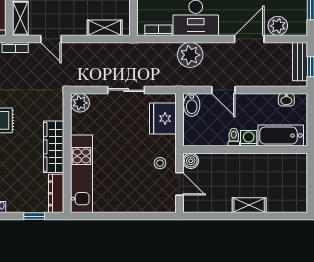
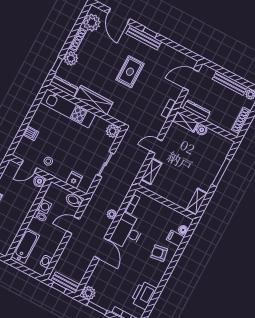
plant: (278, 26) -> (89, 293), moved
door: (51, 39) -> (156, 146), moved
door: (249, 39) -> (102, 249), moved
plant: (190, 55) -> (112, 214), width x0.53, depth x0.53
fridge: (163, 119) -> (74, 180), width x0.53, depth x0.75
washing machine: (249, 138) -> (44, 206), moved
plant: (17, 203) -> (71, 58), added
dishwasher: (137, 203) -> (31, 133), added

